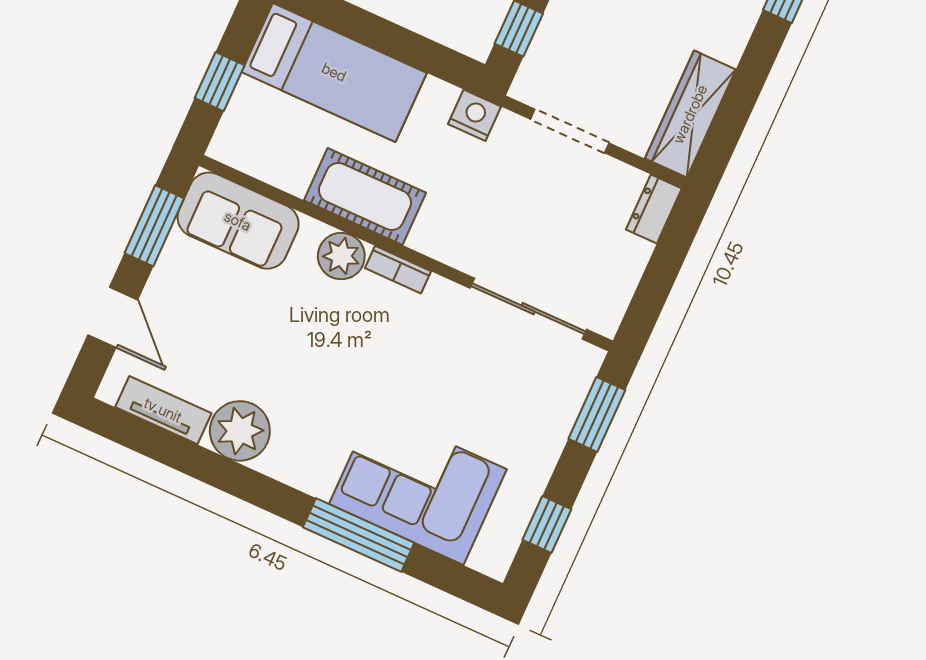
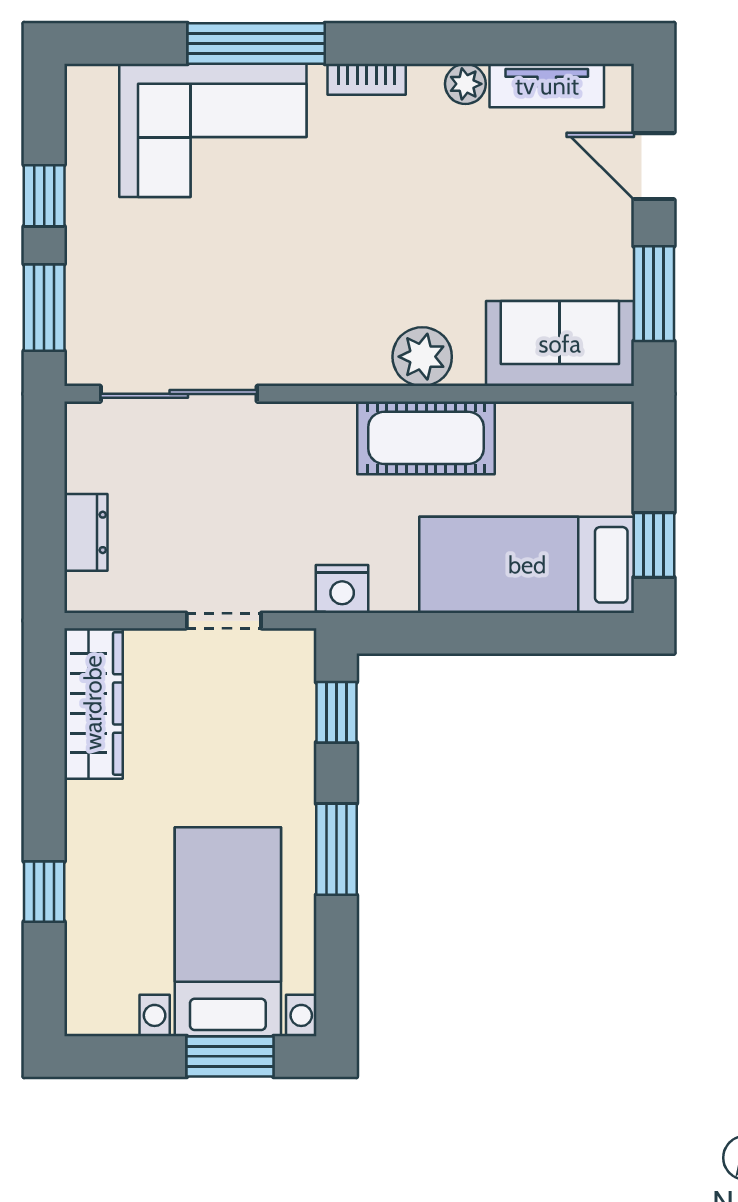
window: (220, 82) -> (654, 545), moved
doorway: (570, 131) -> (224, 621), width x0.73
dresser: (654, 209) -> (86, 532), moved
bookcase: (398, 270) -> (367, 79), moved, turned 180
plant: (240, 431) -> (465, 84), width x0.53, depth x0.53
window: (547, 525) -> (44, 196), moved

